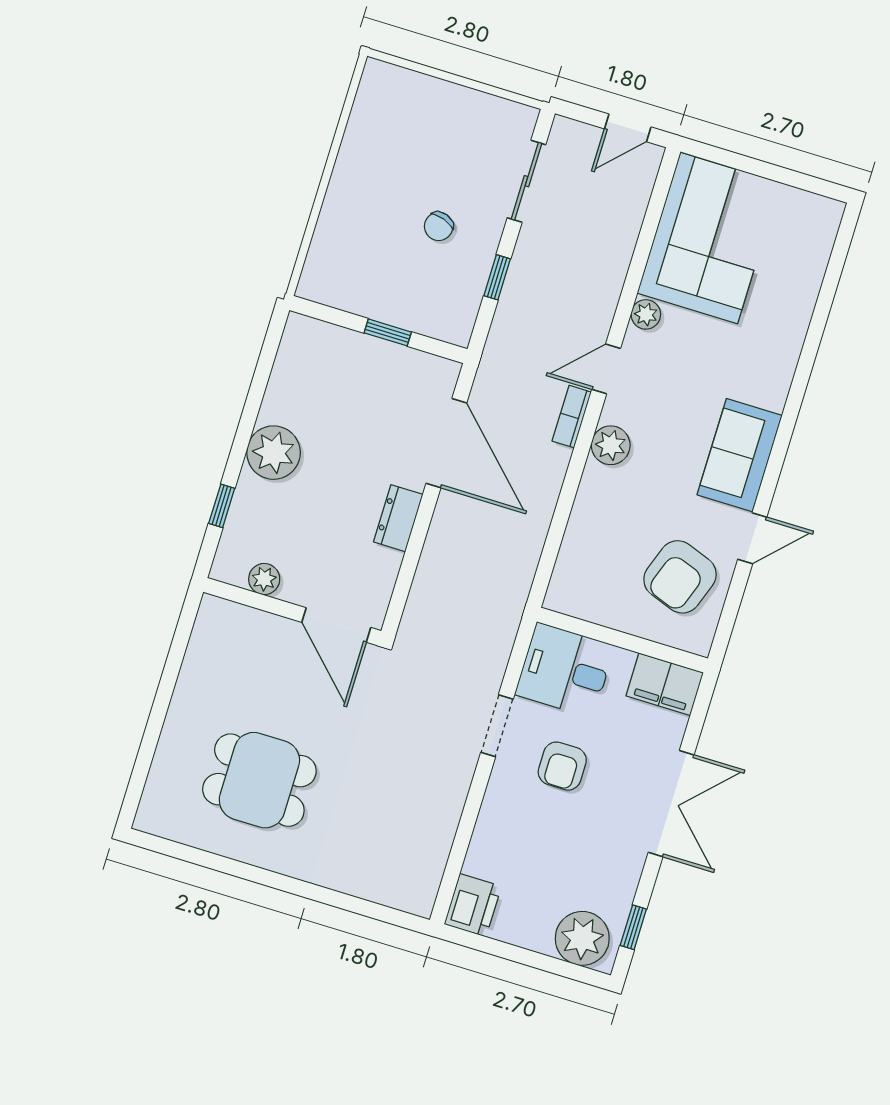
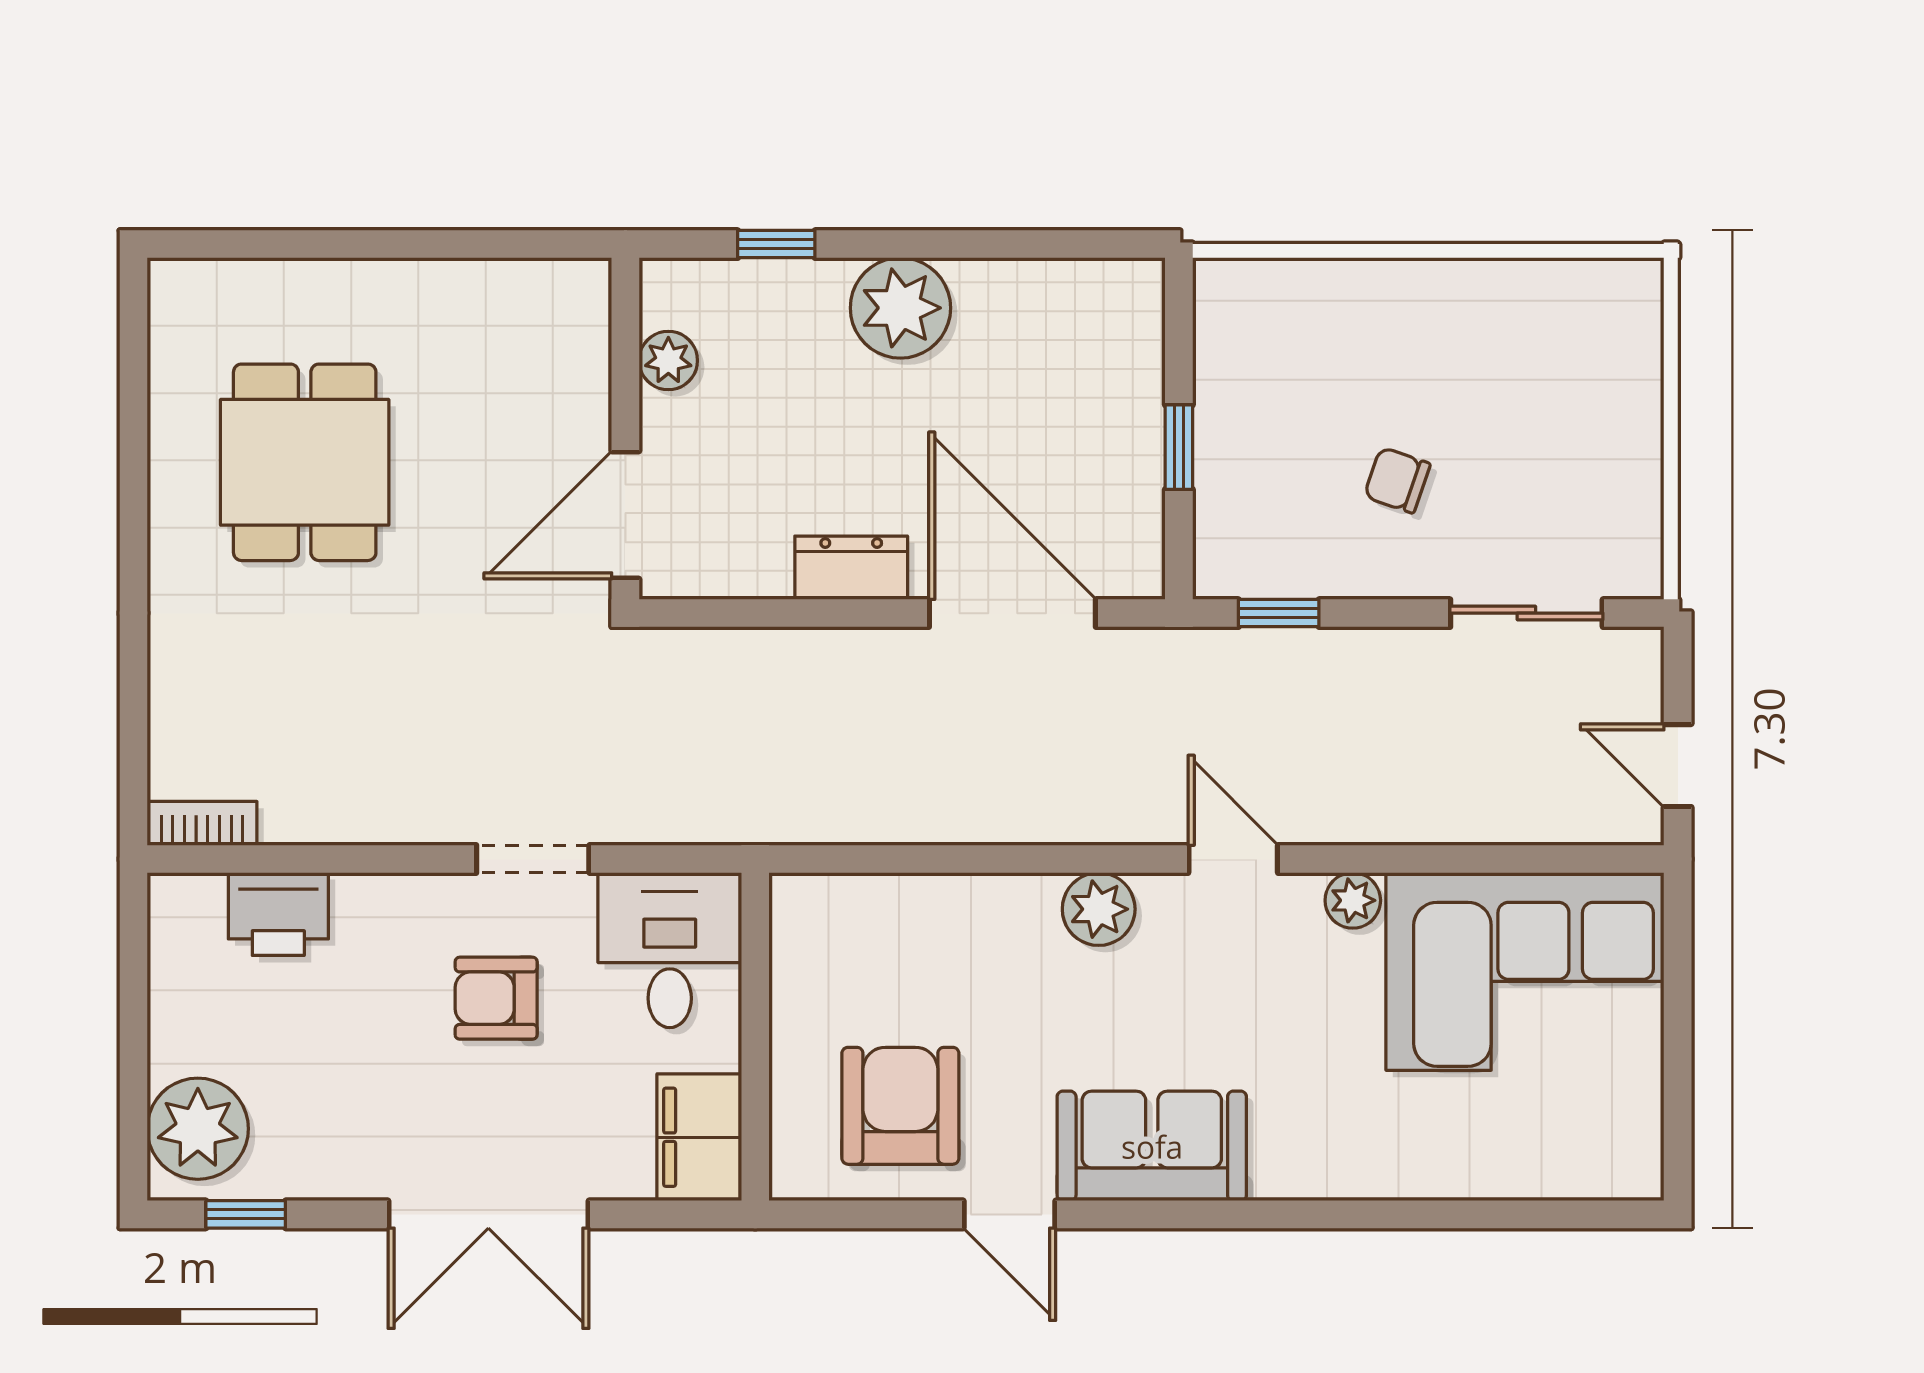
window: (497, 277) -> (1279, 613), moved
bookcase: (572, 417) -> (202, 823), moved
door: (446, 443) -> (1012, 613), swing flipped
armchair: (680, 577) -> (900, 1106), turned 70
printer: (473, 905) -> (278, 914), moved

